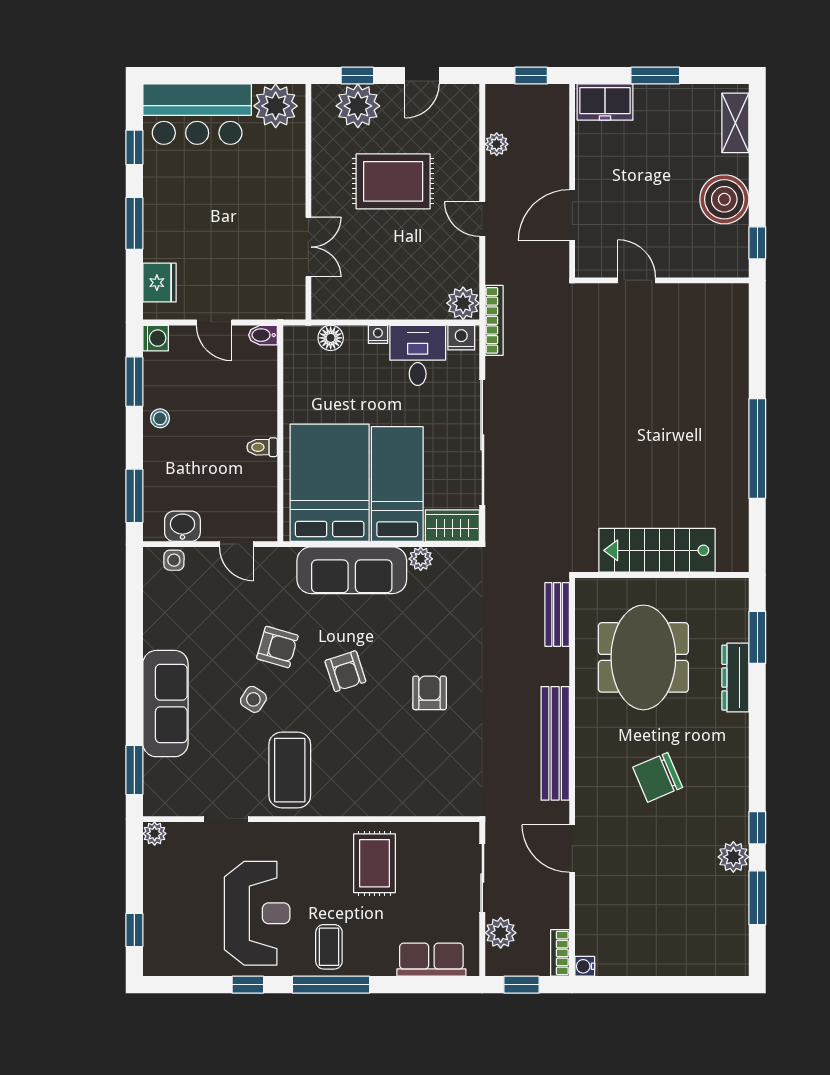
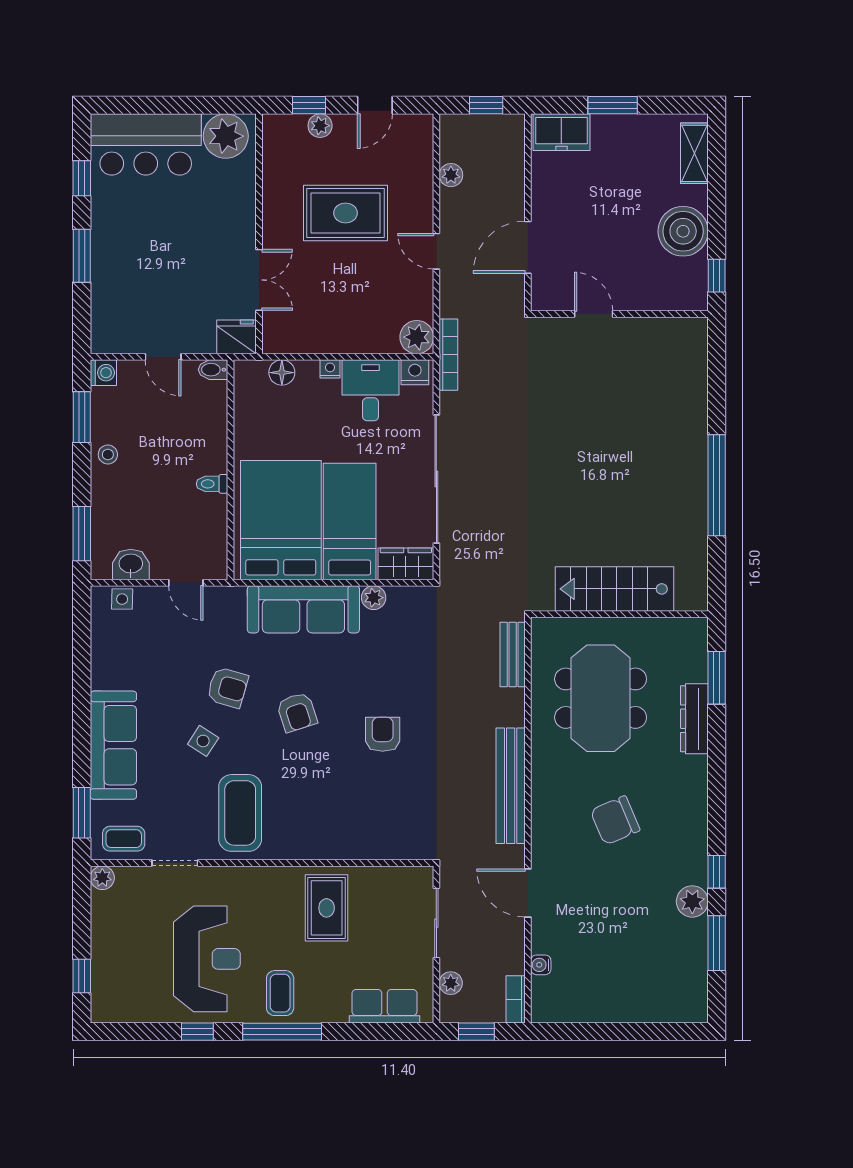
plant: (358, 106) -> (320, 126), width x0.53, depth x0.53
fridge: (159, 283) -> (236, 337), moved, turned -90
coffee table: (175, 795) -> (124, 839), added
plant: (501, 933) -> (451, 983), width x0.73, depth x0.73
water cooler: (585, 966) -> (541, 965), moved

